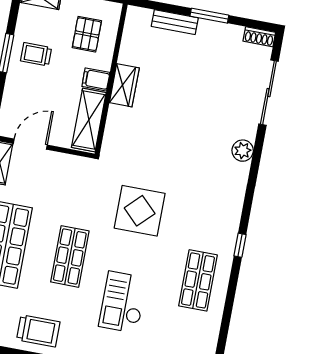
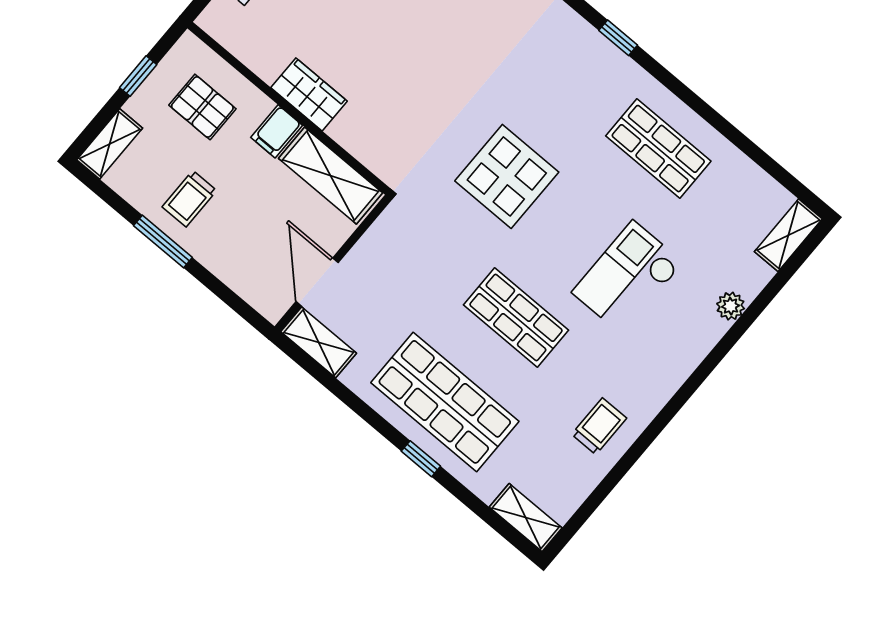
window: (240, 245) -> (618, 38), moved
checkout: (123, 302) -> (628, 277), turned 90
trolley: (38, 331) -> (599, 426), width x0.73, depth x0.72

